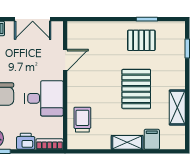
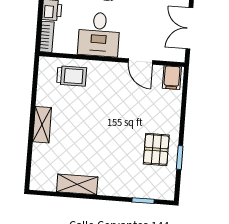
pallet: (136, 89) -> (102, 140), removed
filing cabinet: (152, 139) -> (172, 78), moved, turned 90

